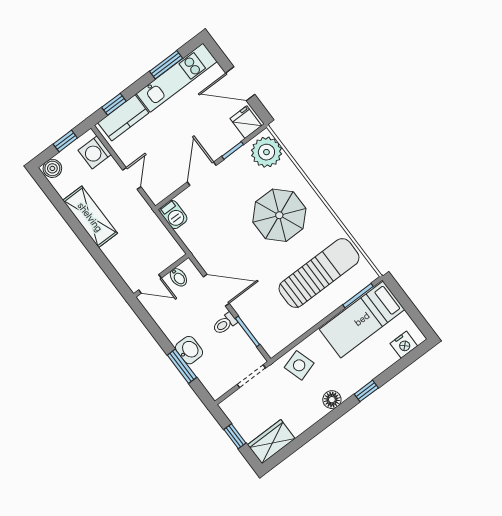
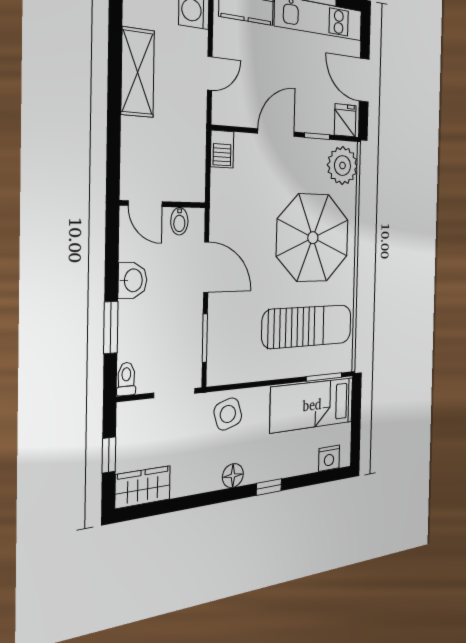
parasol: (279, 215) -> (313, 238), width x1.36, depth x1.36
toilet: (225, 324) -> (126, 379), moved, turned 90
washbasin: (189, 350) -> (133, 280), moved

